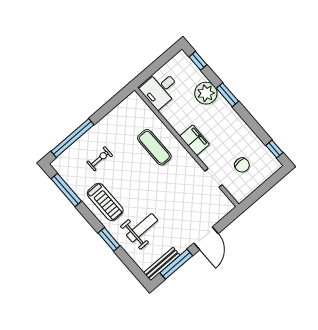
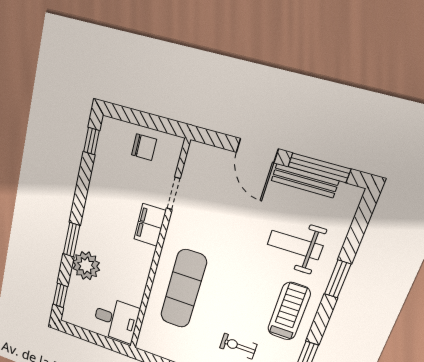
filing cabinet: (195, 140) -> (150, 225), moved
exercise mat: (154, 147) -> (183, 289), width x1.36, depth x1.45
chair: (242, 165) -> (144, 147), moved, turned 90
door: (206, 238) -> (257, 151), swing flipped
bench: (162, 264) -> (305, 181), moved

